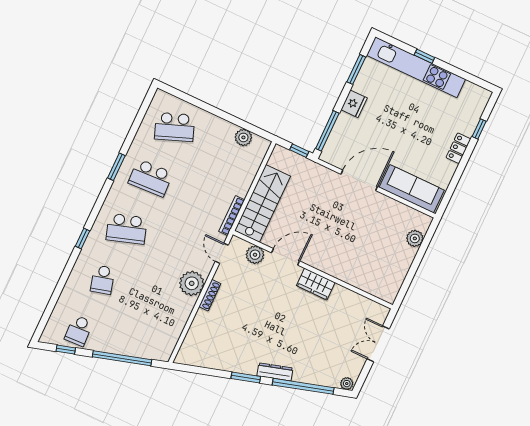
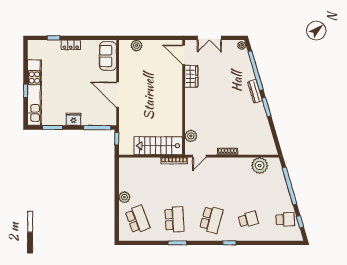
plant: (243, 137) -> (124, 197), moved
sofa: (412, 189) -> (108, 56), width x0.73
school desk: (127, 229) -> (211, 219), turned 33
door: (286, 257) -> (184, 55), moved
plant: (192, 283) -> (260, 166), moved
wardrobe: (316, 284) -> (191, 76), moved

